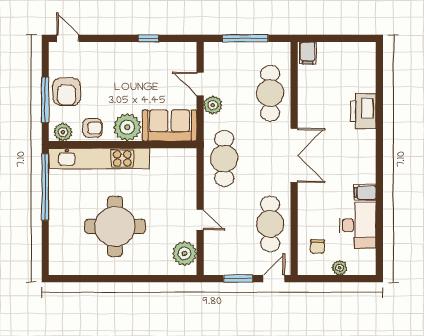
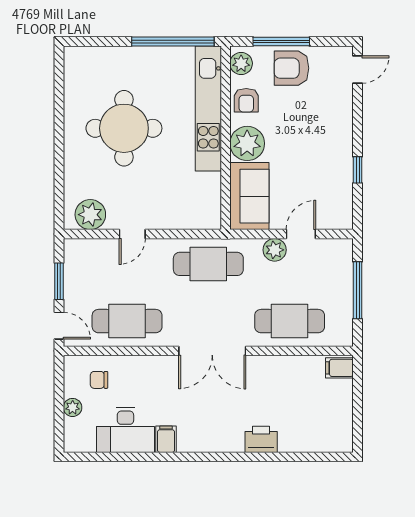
printer: (363, 111) -> (261, 439), width x0.73, depth x0.84

